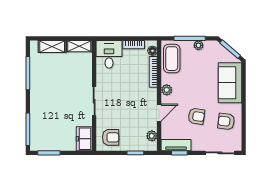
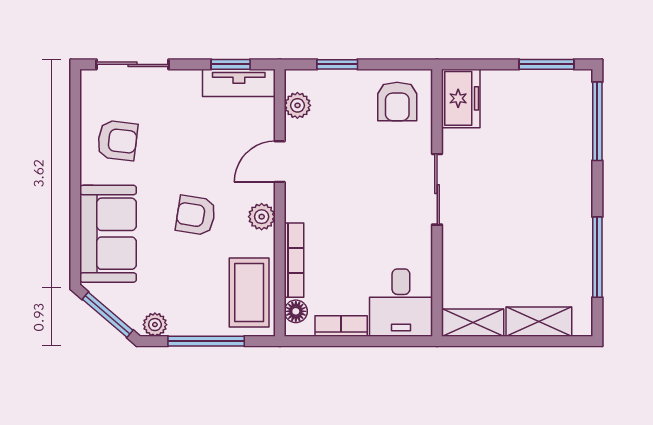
plant: (198, 45) -> (155, 325), moved
armchair: (196, 116) -> (196, 215), moved
armchair: (111, 137) -> (397, 101), turned -90

